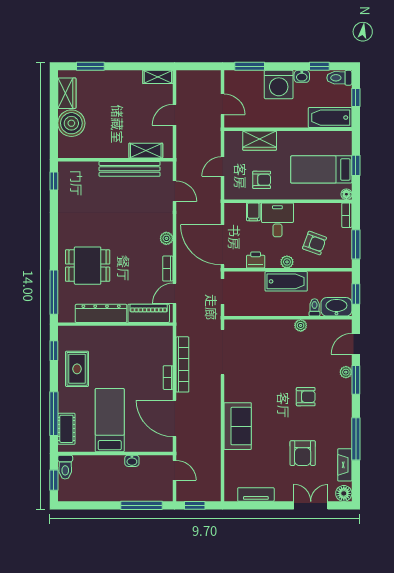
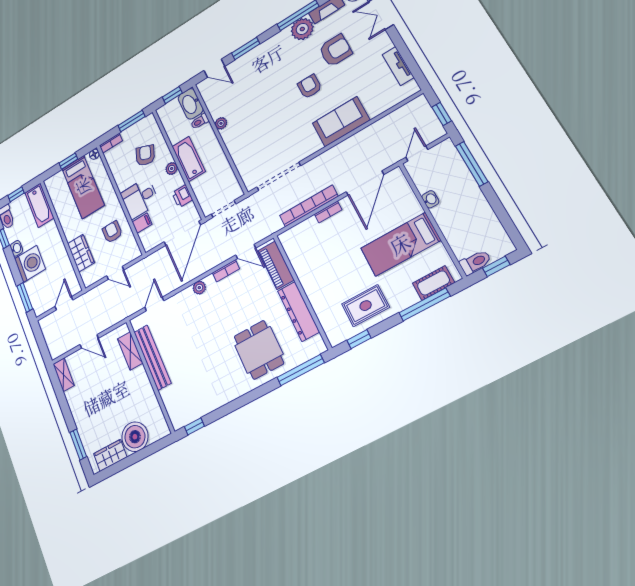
plant: (346, 372) -> (302, 29), moved, width x1.88, depth x1.88
armchair: (306, 397) -> (310, 87), moved

